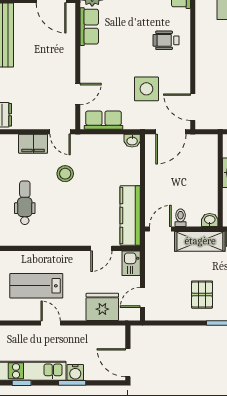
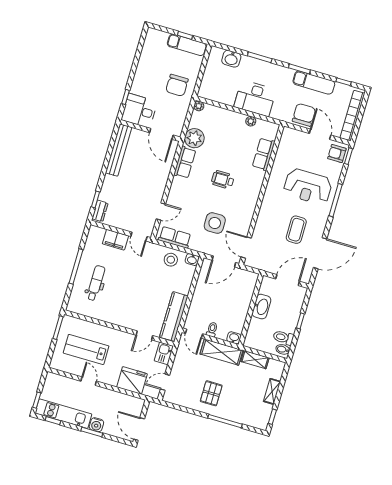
wheelchair: (166, 40) -> (223, 180), moved
stool: (65, 174) -> (171, 260), moved
door: (160, 229) -> (194, 334), swing flipped

